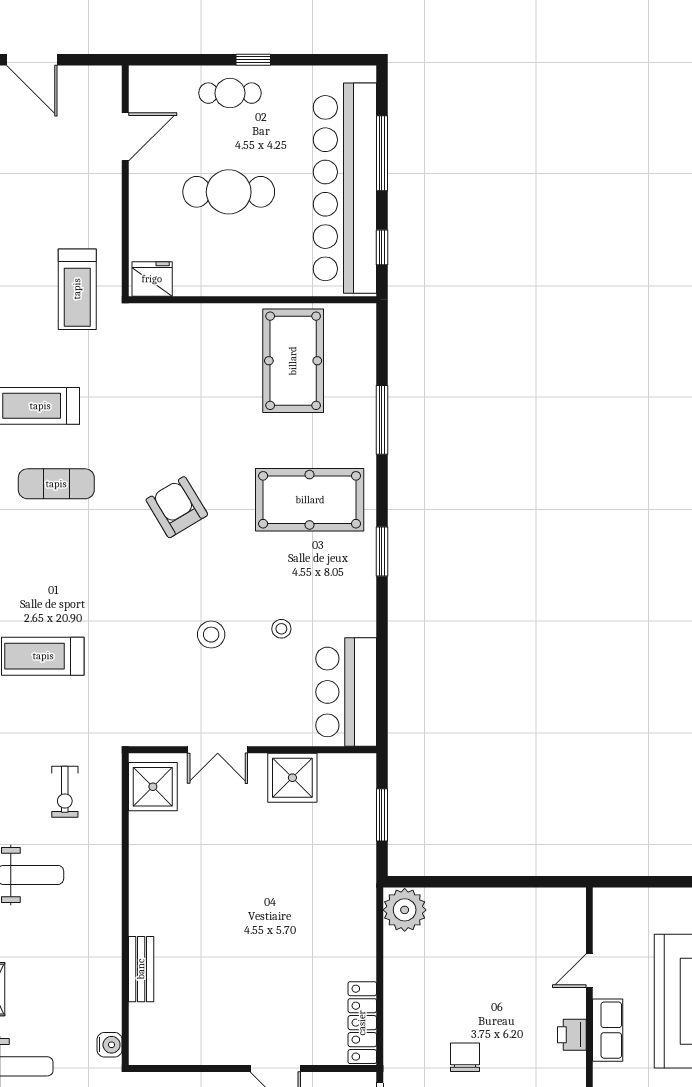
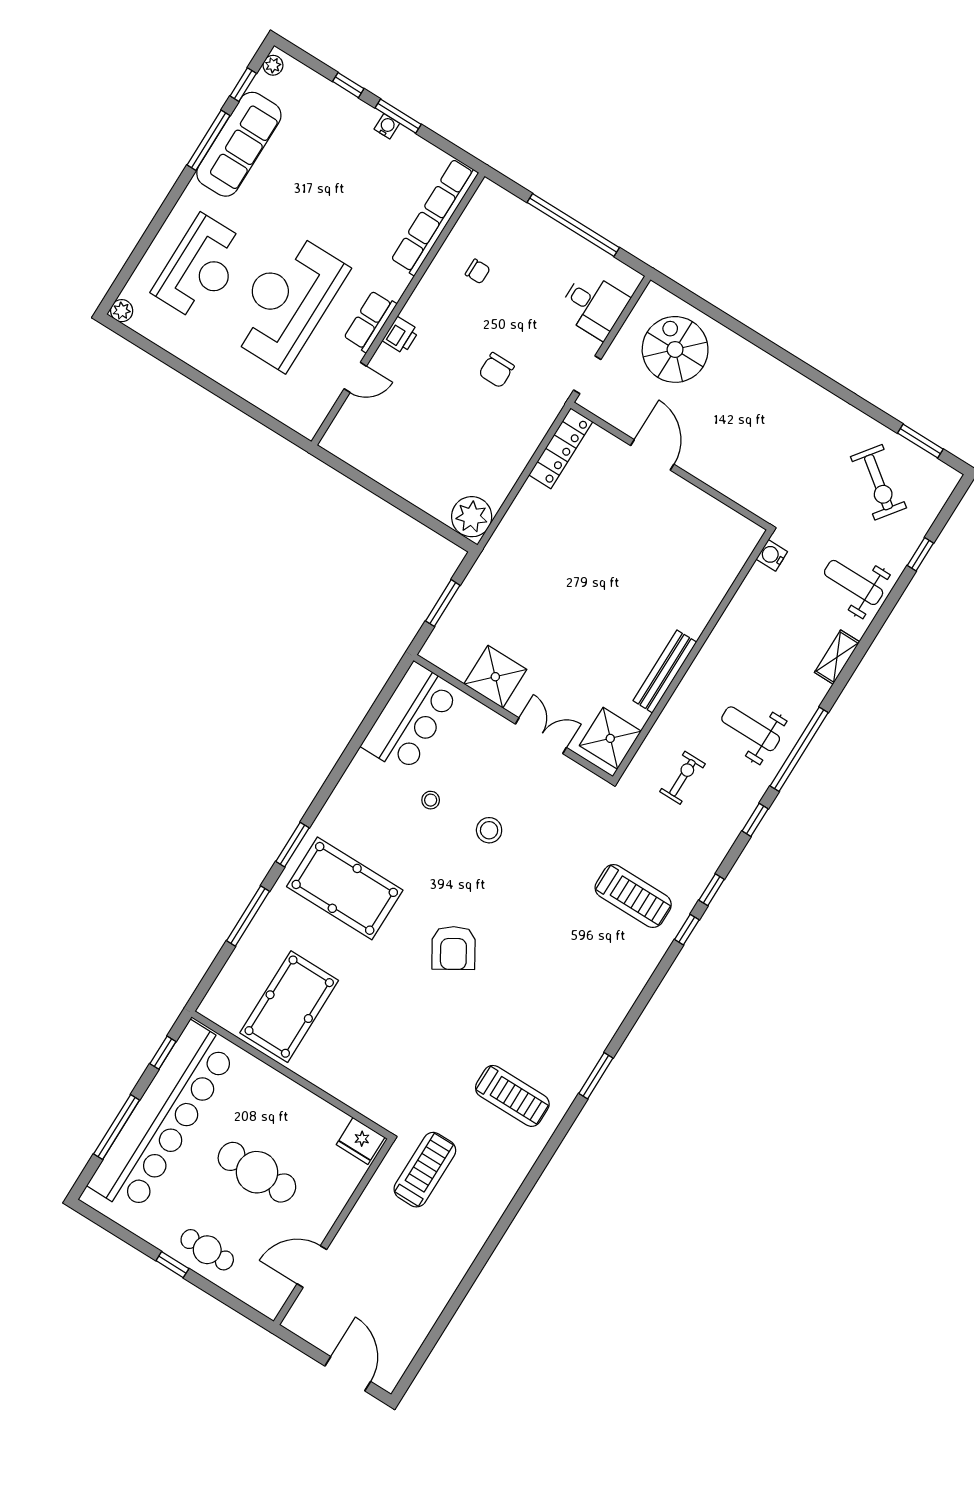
exercise mat: (56, 484) -> (537, 1026), removed
window: (382, 551) -> (292, 845), moved
bench: (141, 969) -> (665, 671), moved, width x1.36

